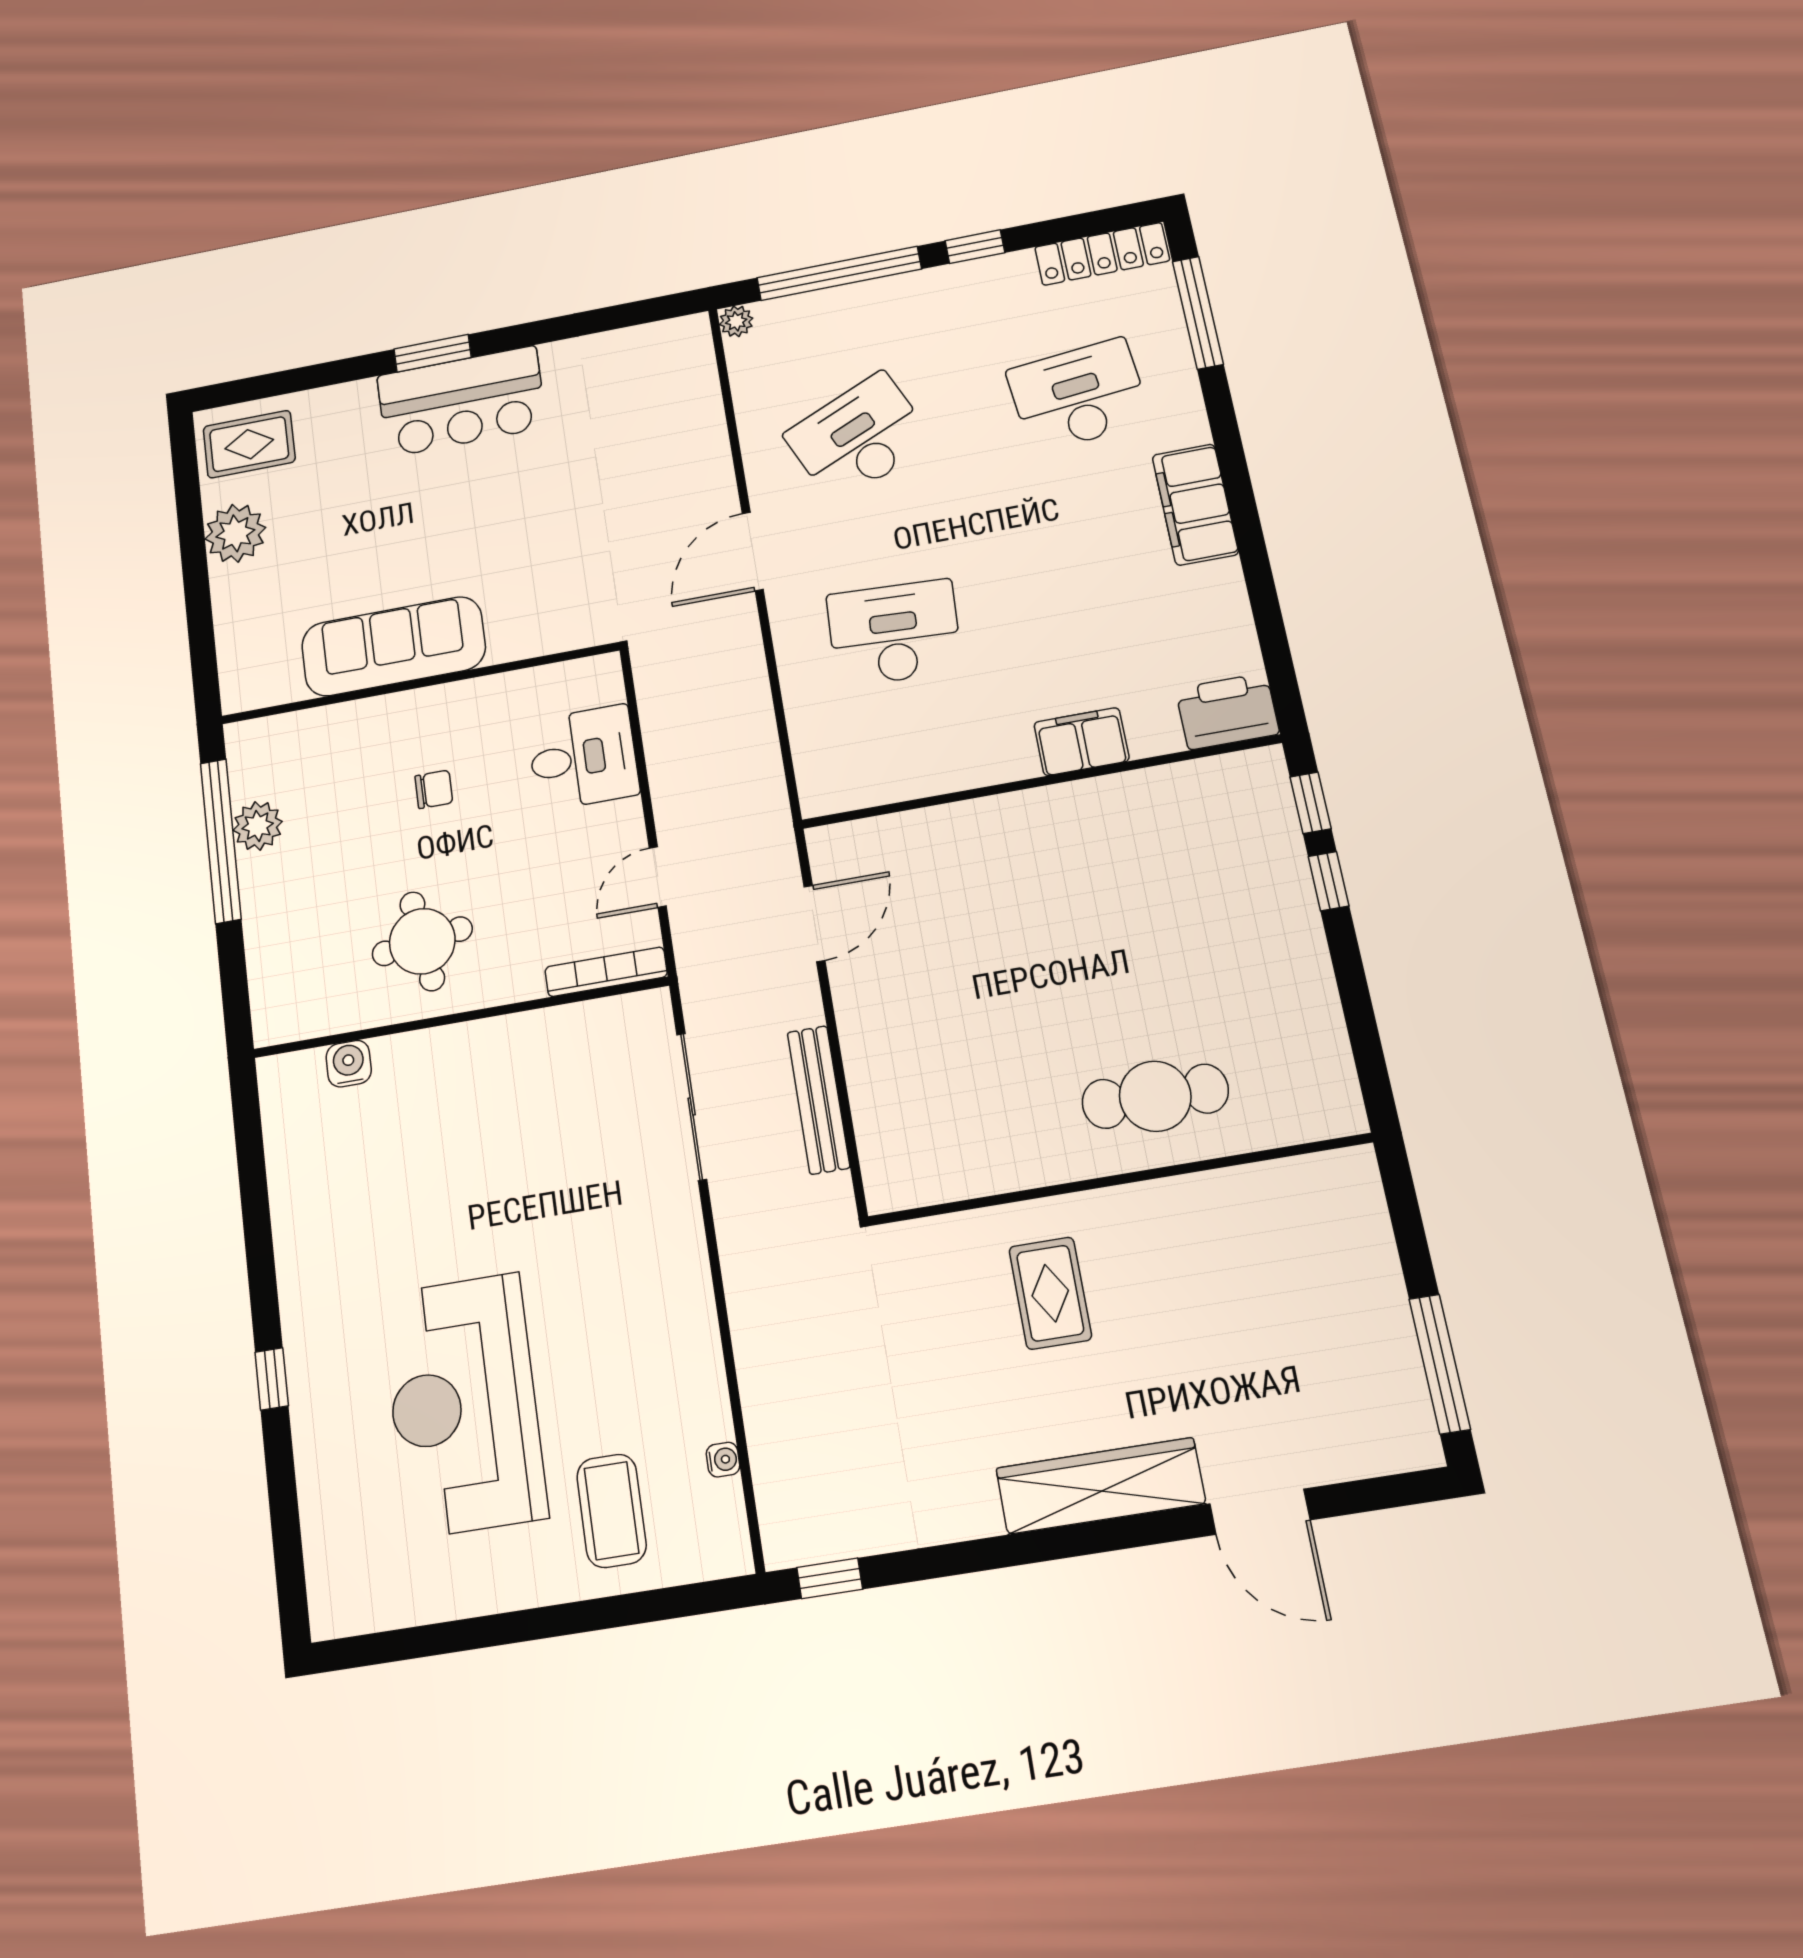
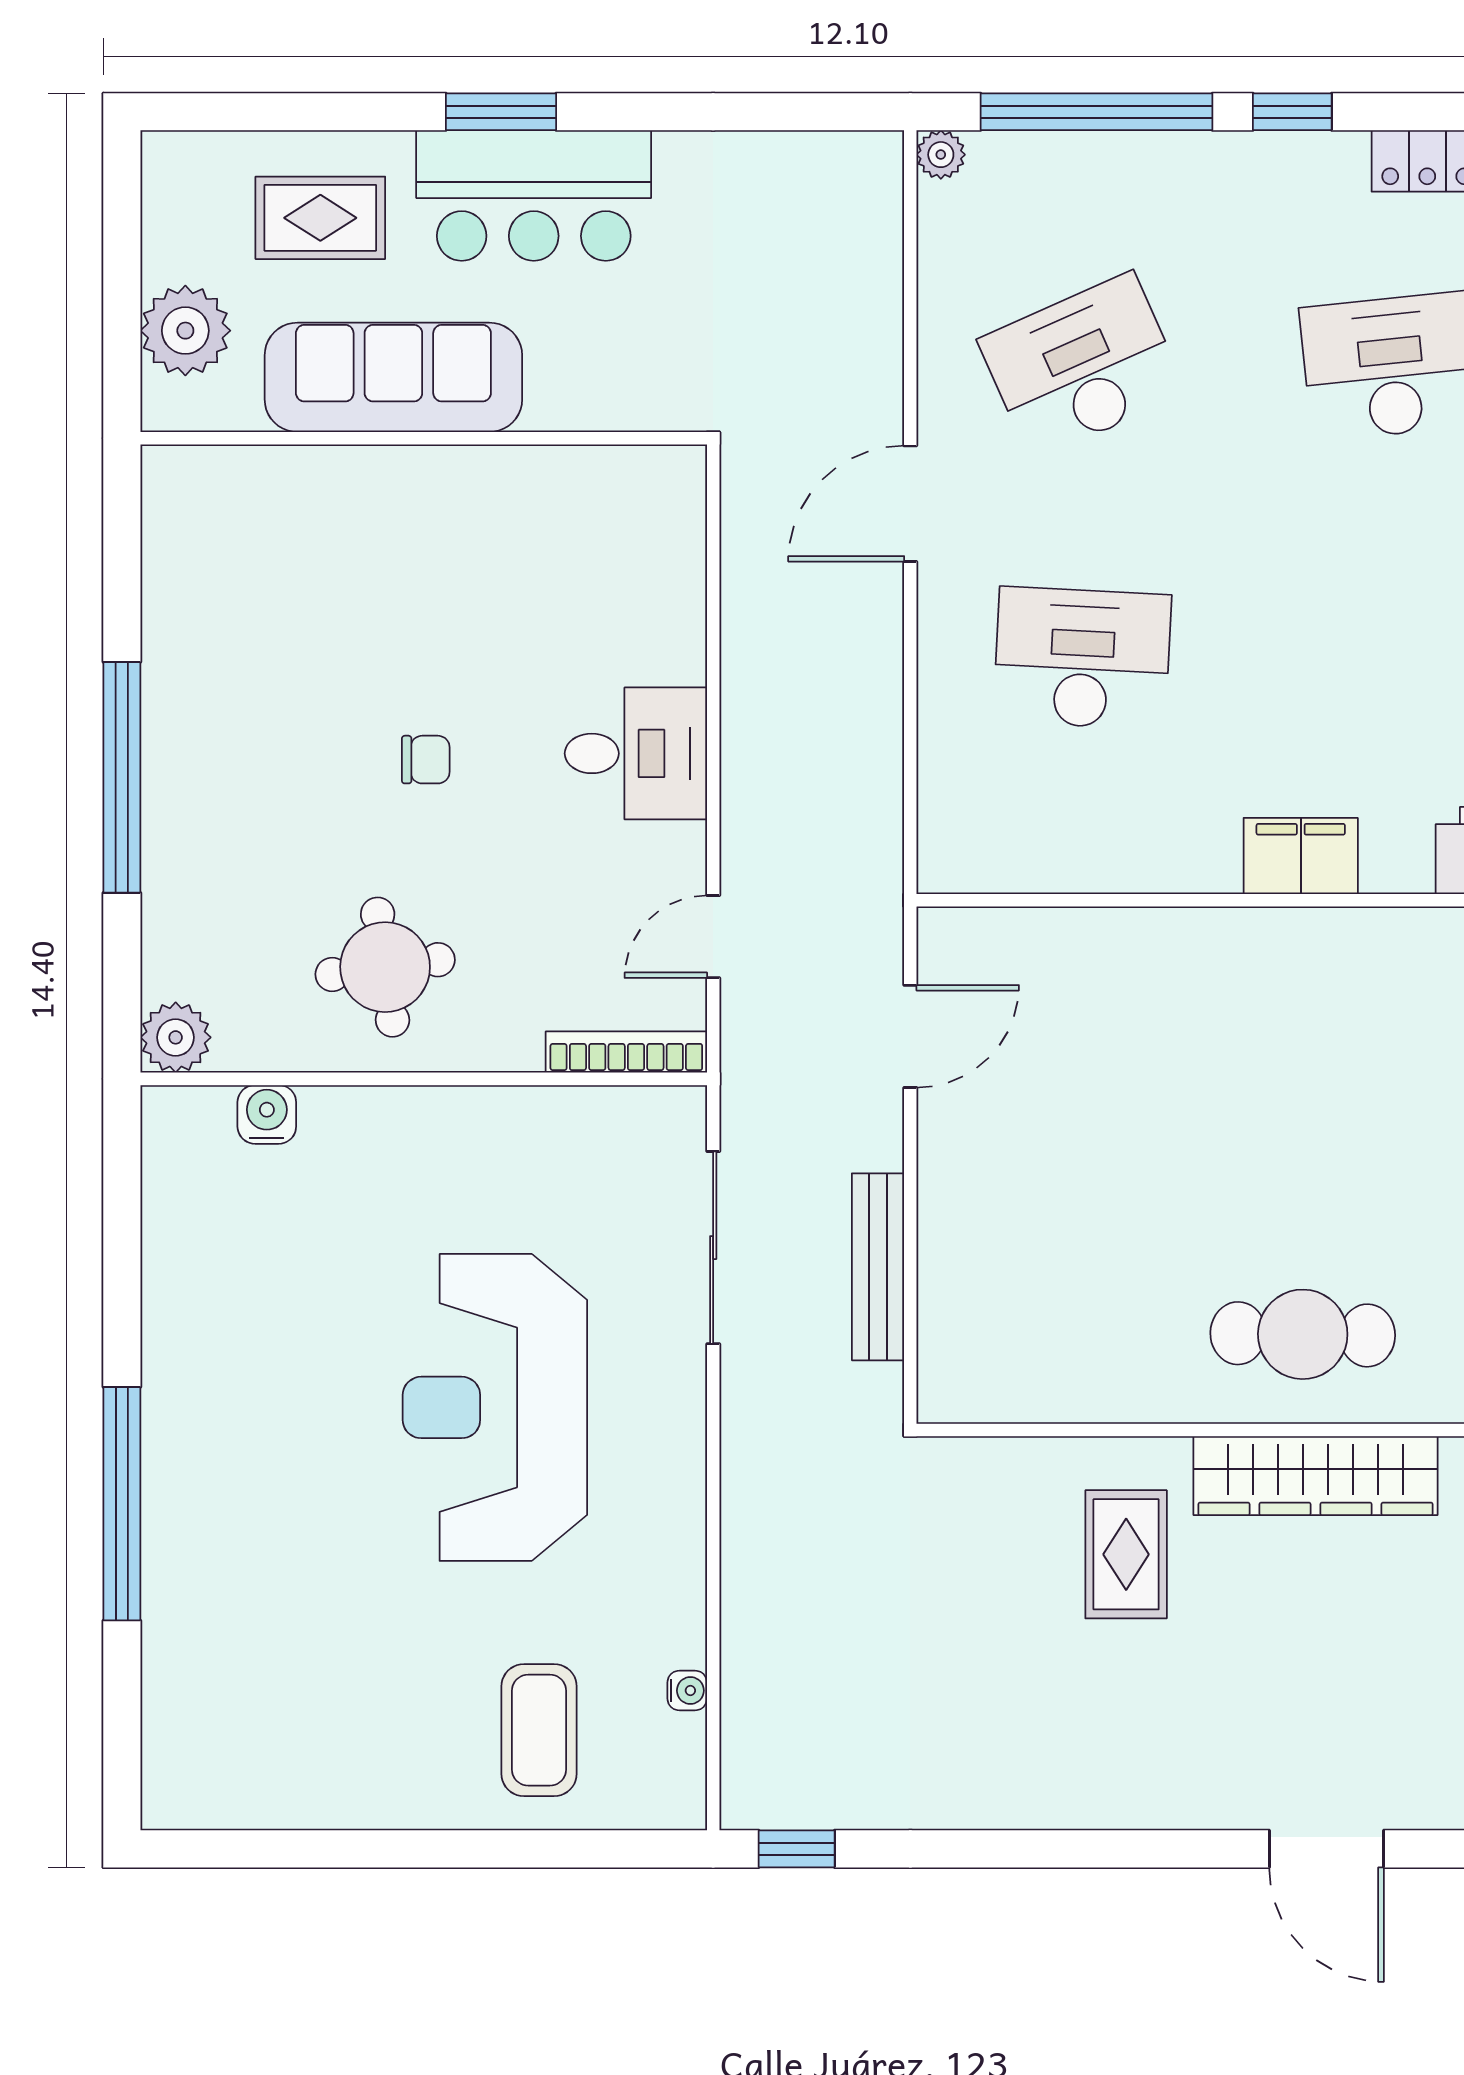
rug: (249, 444) -> (320, 218), moved
sofa: (393, 646) -> (393, 377), moved
wall: (419, 683) -> (424, 438), moved
plant: (258, 826) -> (176, 1037), moved
window: (272, 1379) -> (122, 1504), width x3.17
reception desk: (463, 1405) -> (495, 1407), moved
wardrobe: (1100, 1486) -> (1315, 1476), moved, turned 180

